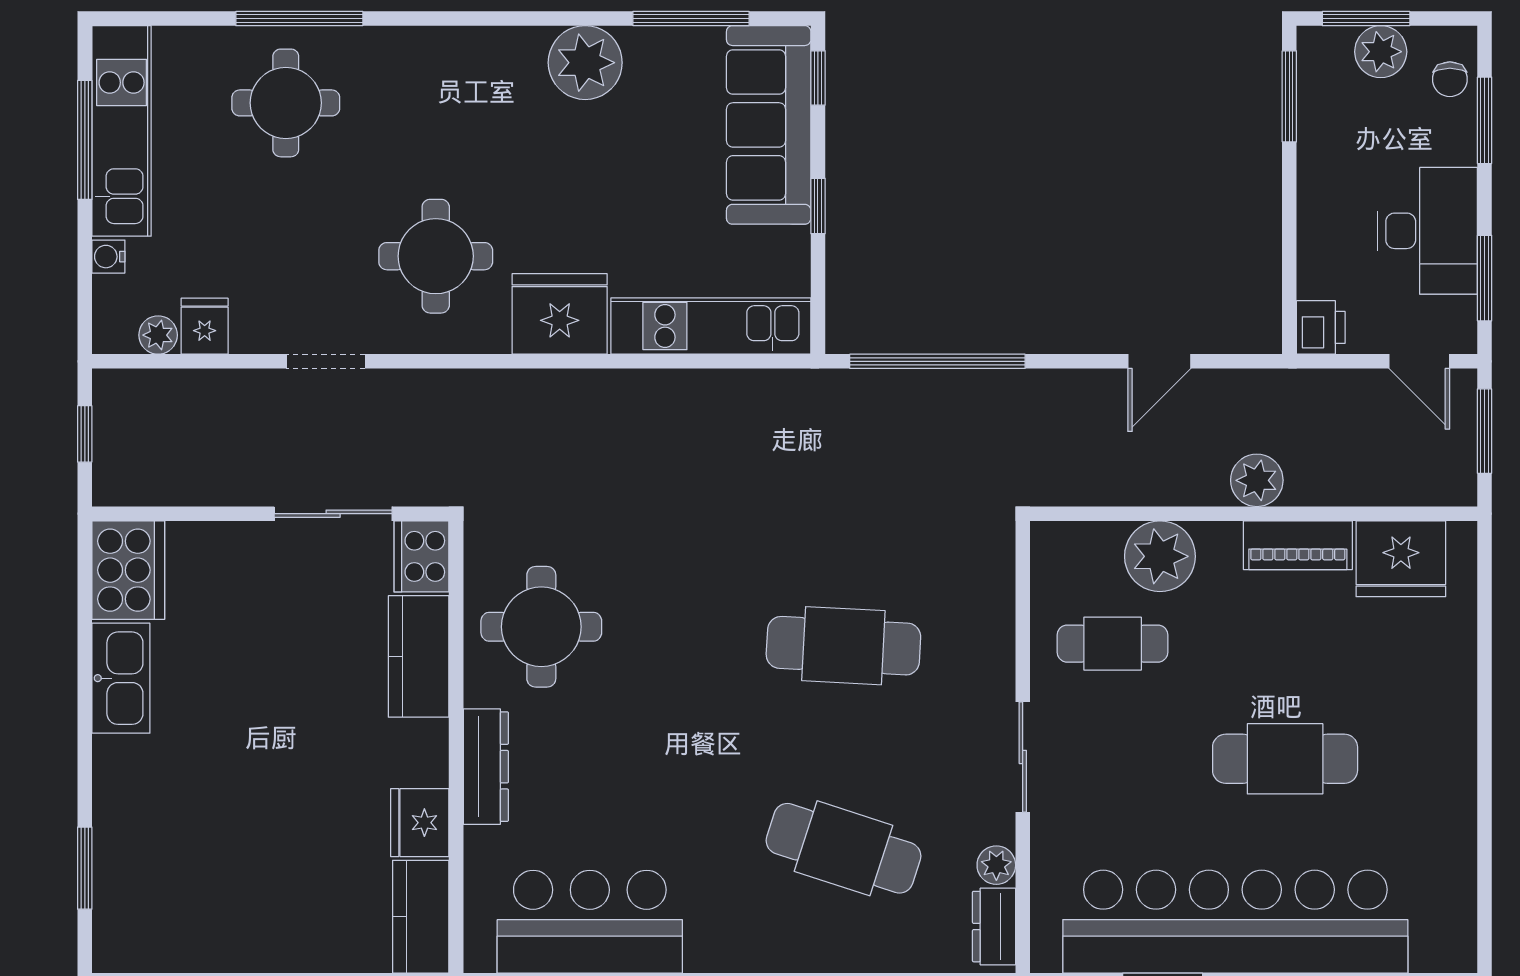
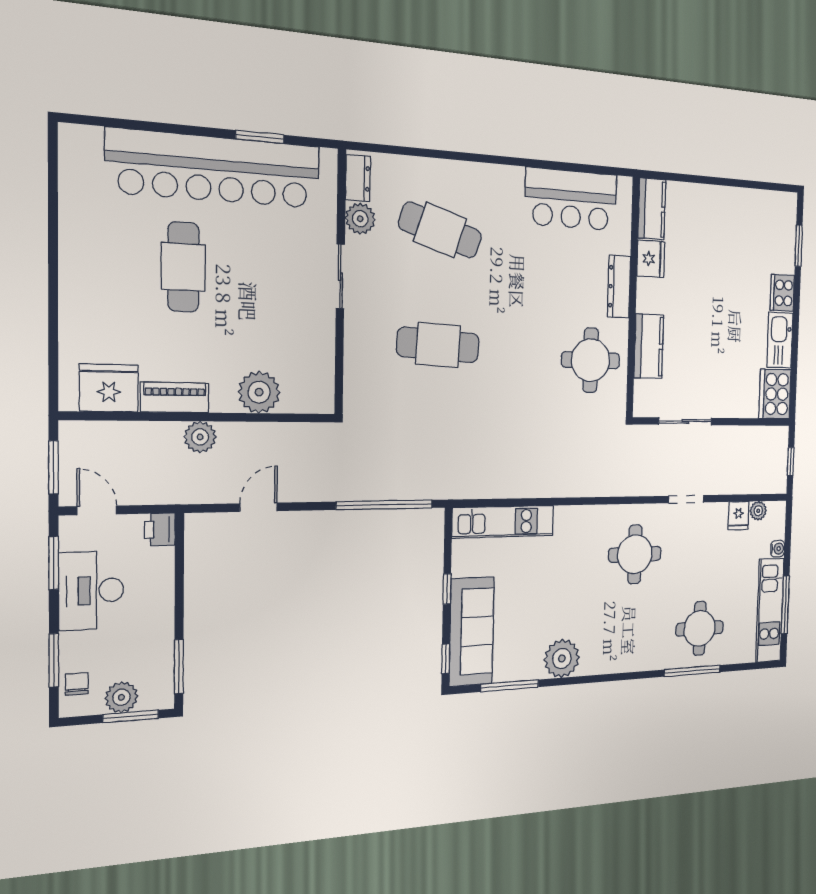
fridge: (560, 314) -> (577, 526), removed
cooker: (422, 556) -> (782, 293), moved, turned 180
cafe table: (1113, 644) -> (288, 341), removed
cafe table: (1285, 759) -> (183, 267), turned 90
plant: (996, 865) -> (360, 219), width x1.38, depth x1.38

